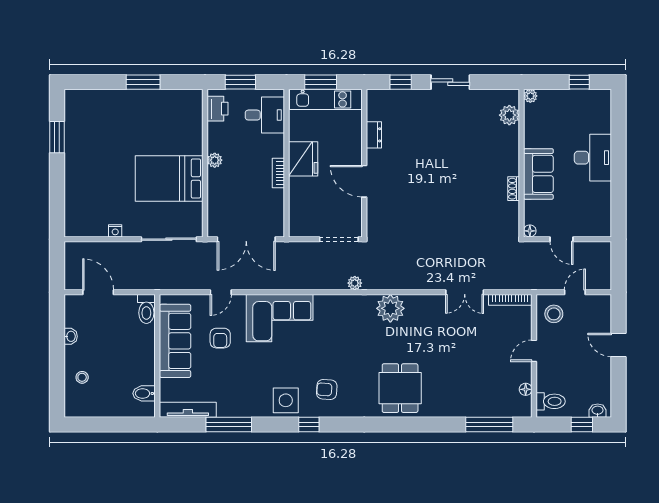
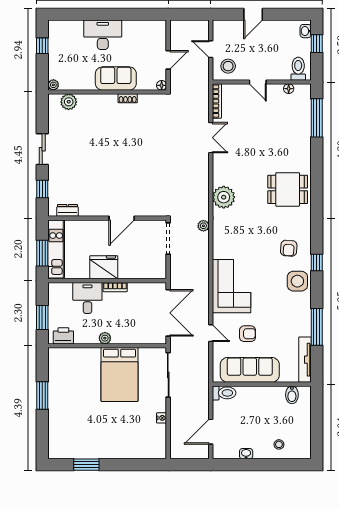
desk: (265, 115) -> (87, 298), moved
dresser: (374, 135) -> (68, 210), moved

